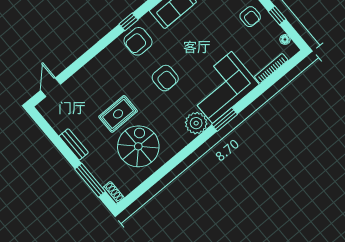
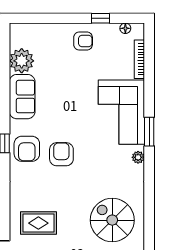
armchair: (165, 78) -> (61, 154), moved, turned -90
rug: (118, 114) -> (38, 223), moved, turned 90
plant: (196, 123) -> (138, 157), width x0.53, depth x0.53

